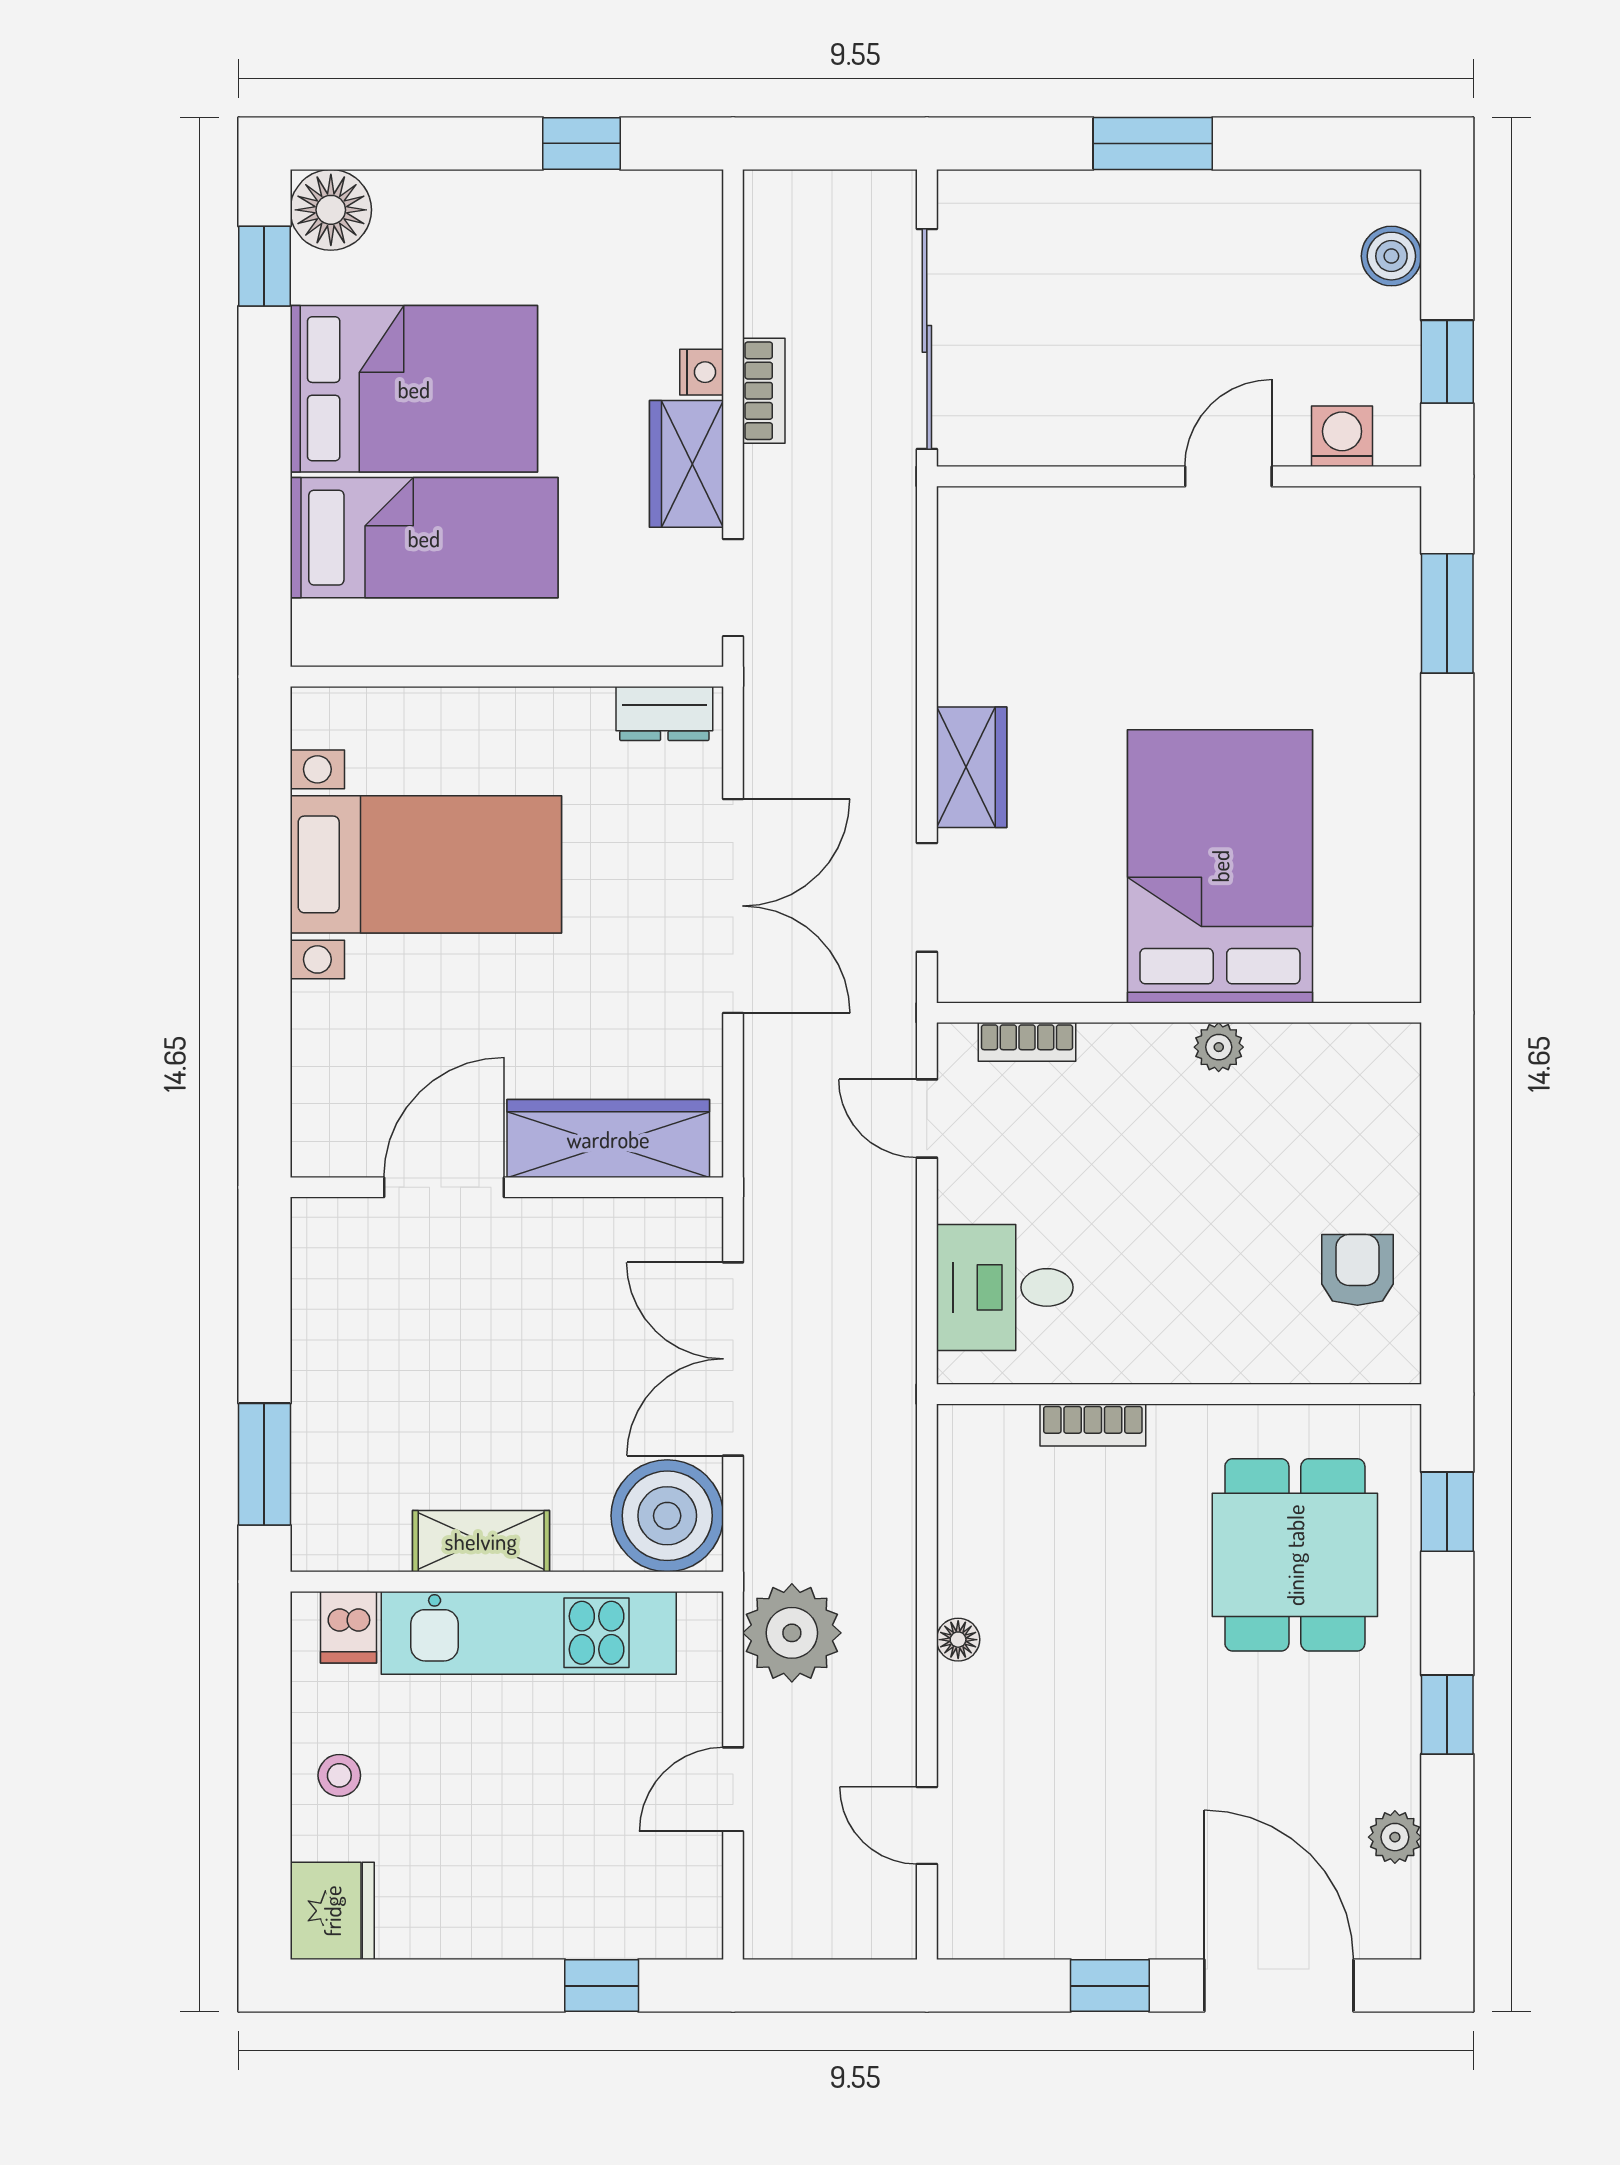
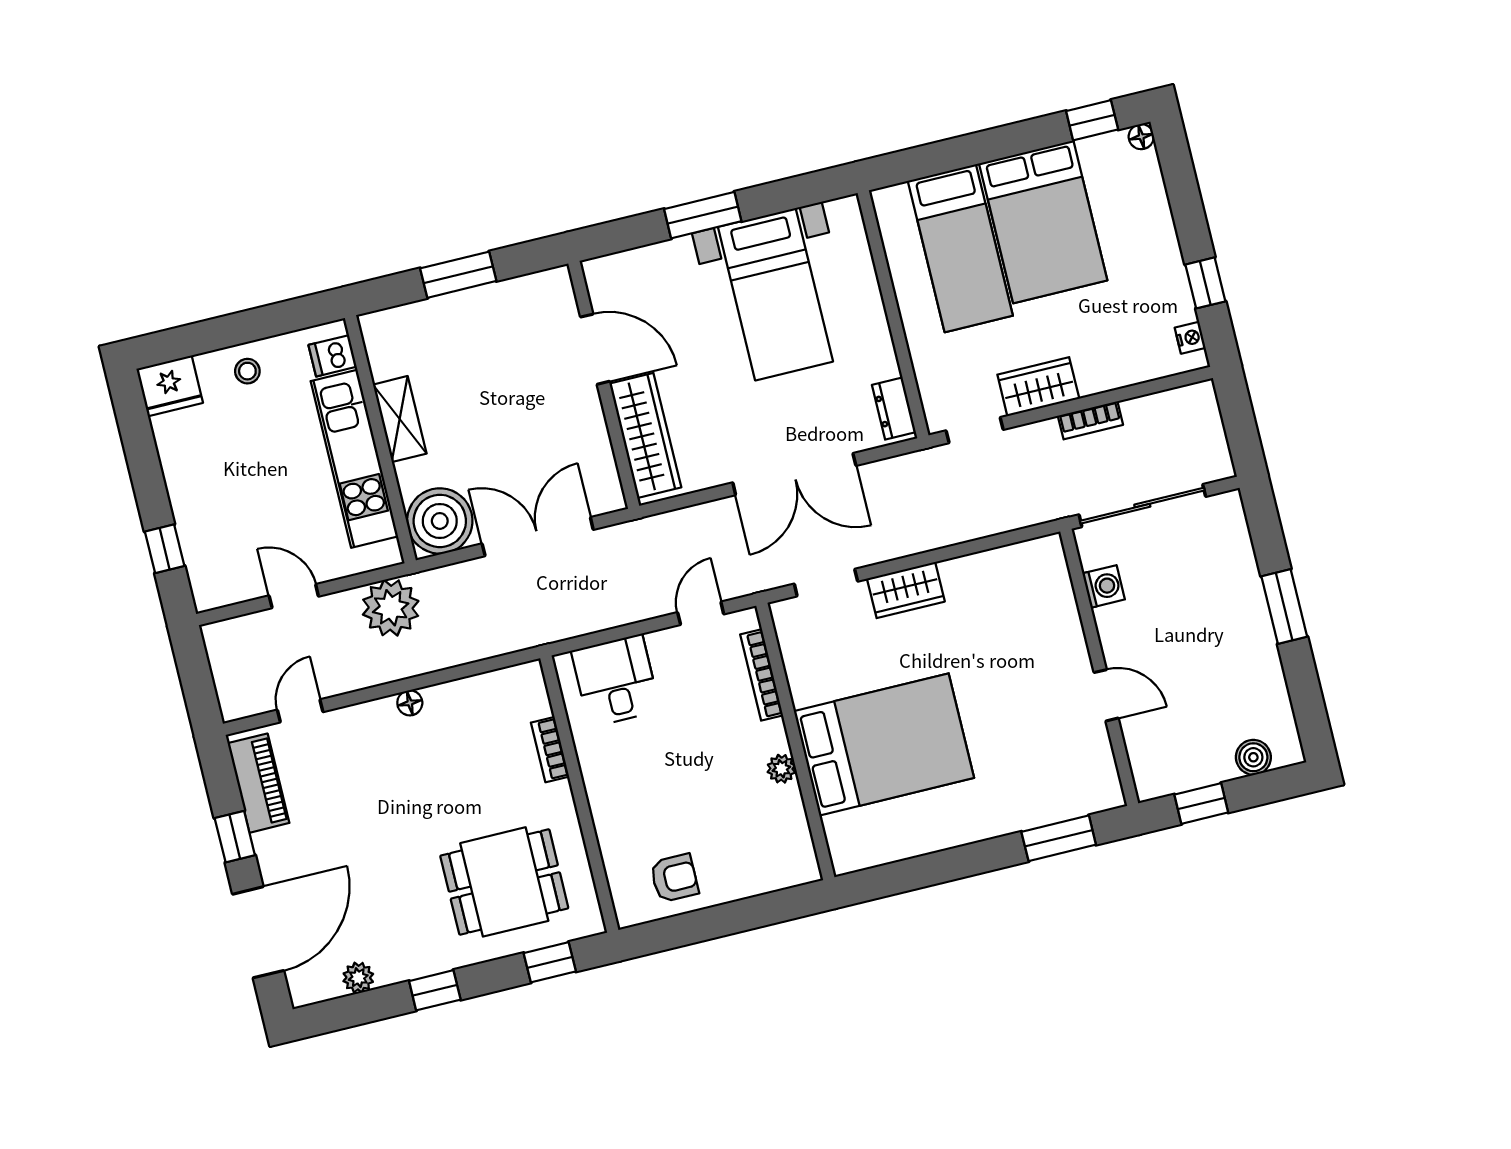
floor lamp: (331, 210) -> (1141, 137), width x0.53, depth x0.53
nightstand: (702, 372) -> (1190, 338), moved, turned -90
washing machine: (1342, 436) -> (1104, 586), moved
window: (264, 953) -> (703, 215), added
bookcase: (1027, 1042) -> (762, 675), width x1.56
window: (264, 1464) -> (458, 275), moved
piano: (1030, 1924) -> (258, 783), added

